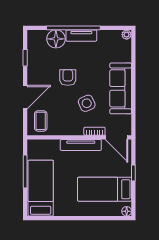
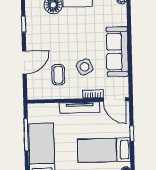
armchair: (68, 78) -> (66, 42), removed
coffee table: (41, 121) -> (58, 75), moved

